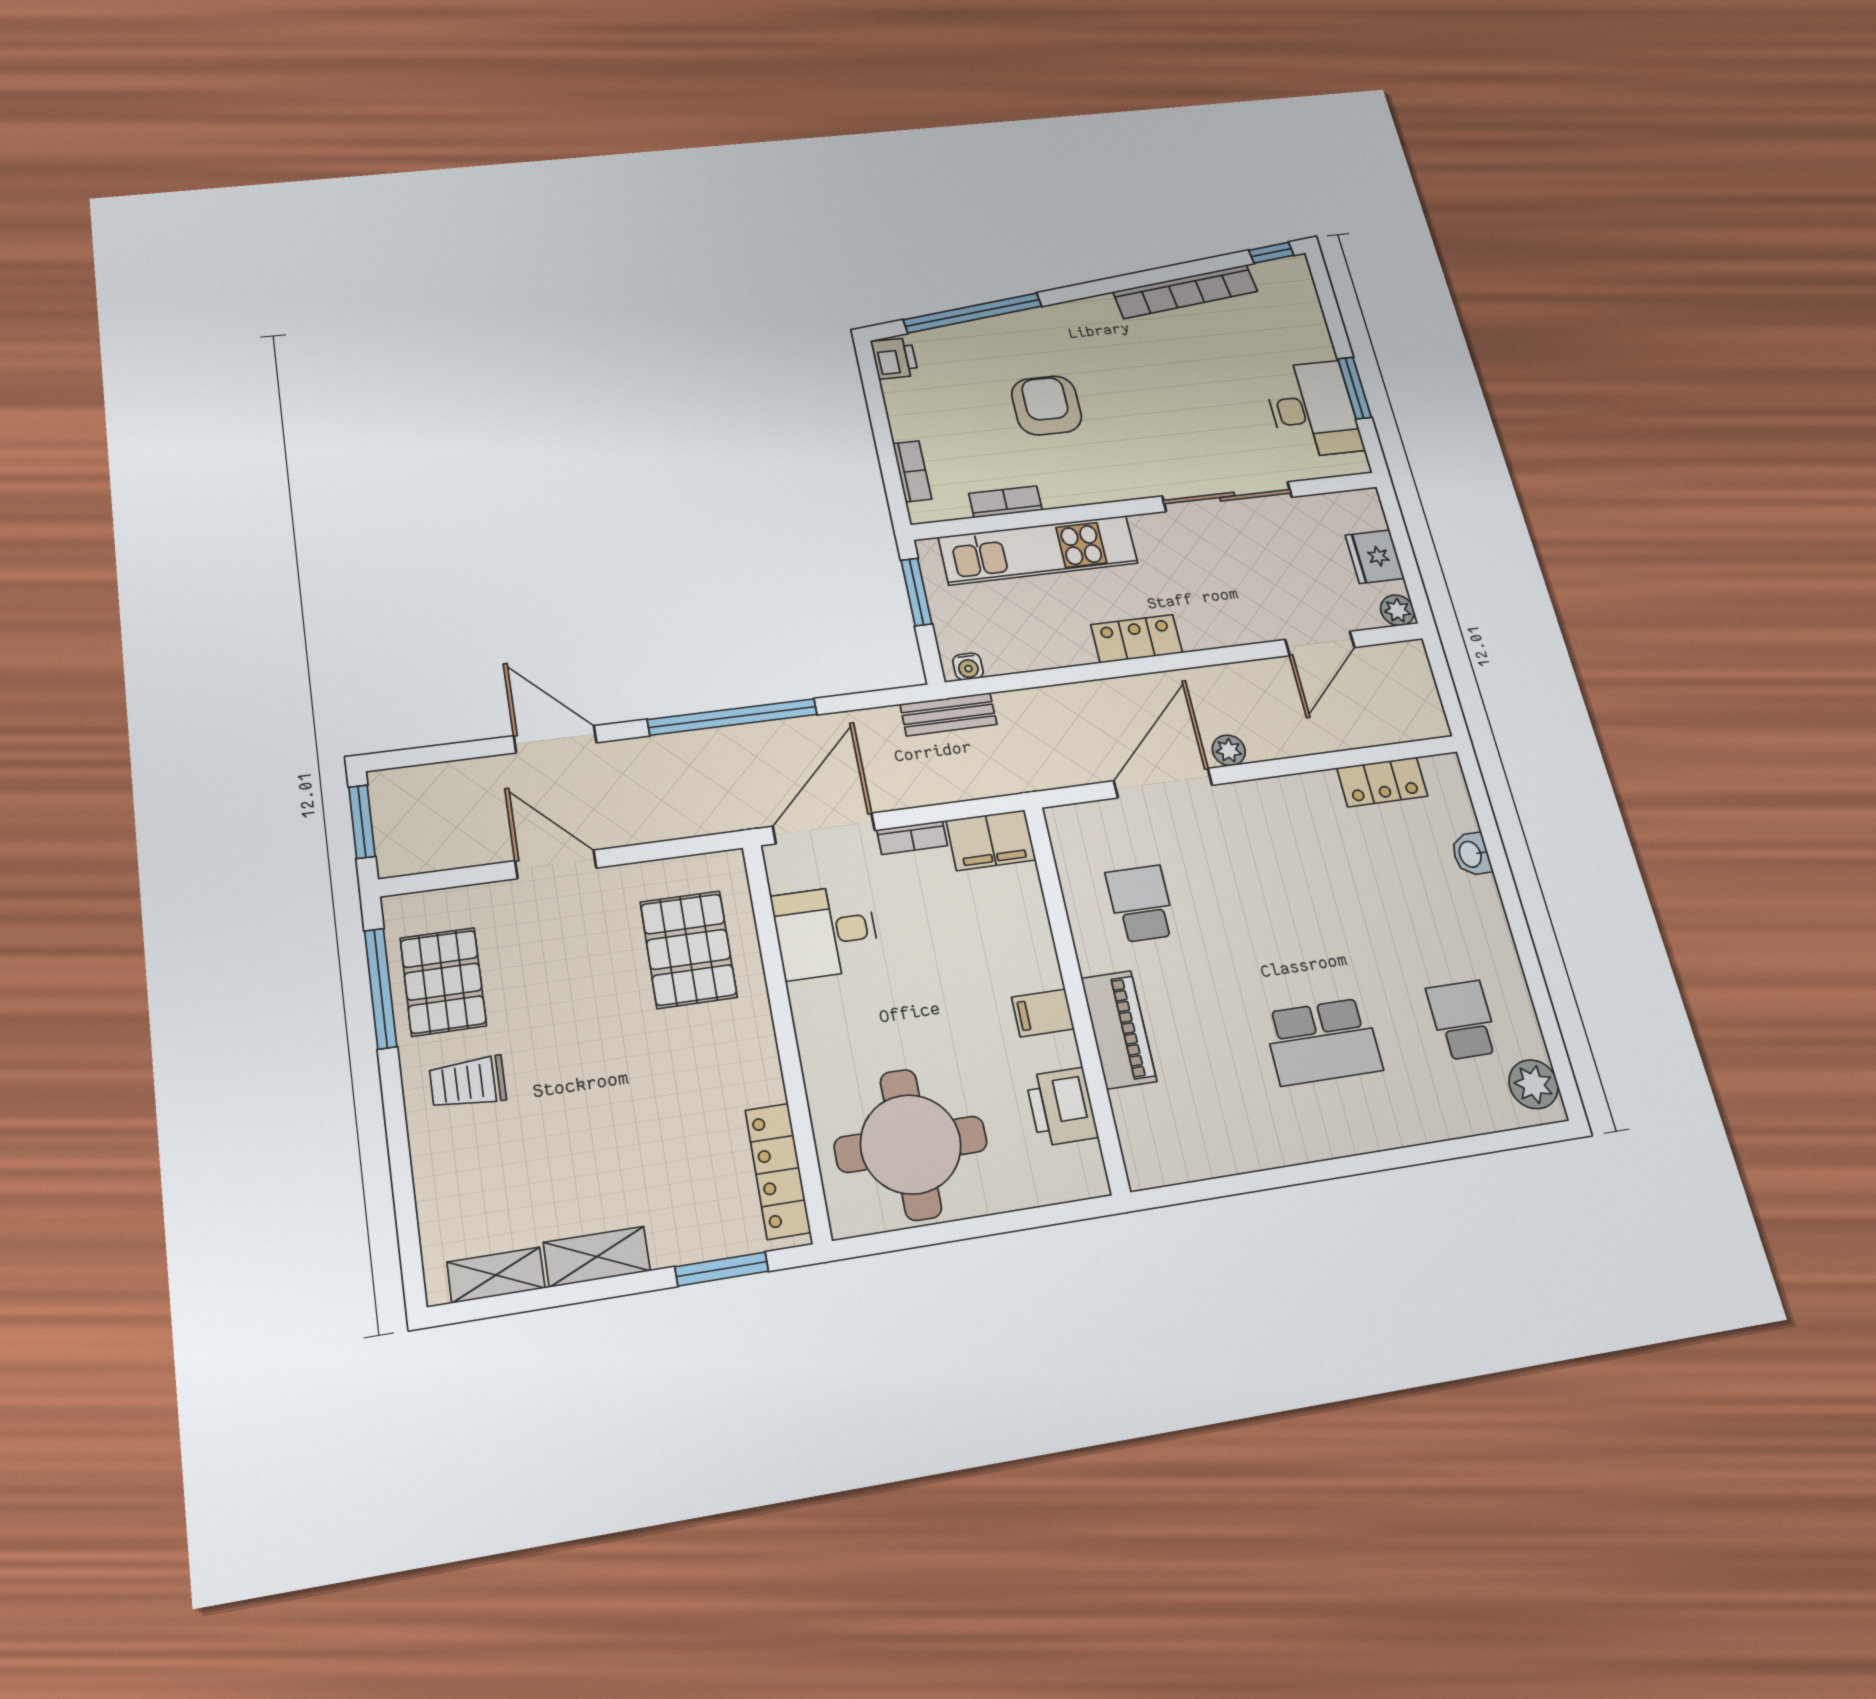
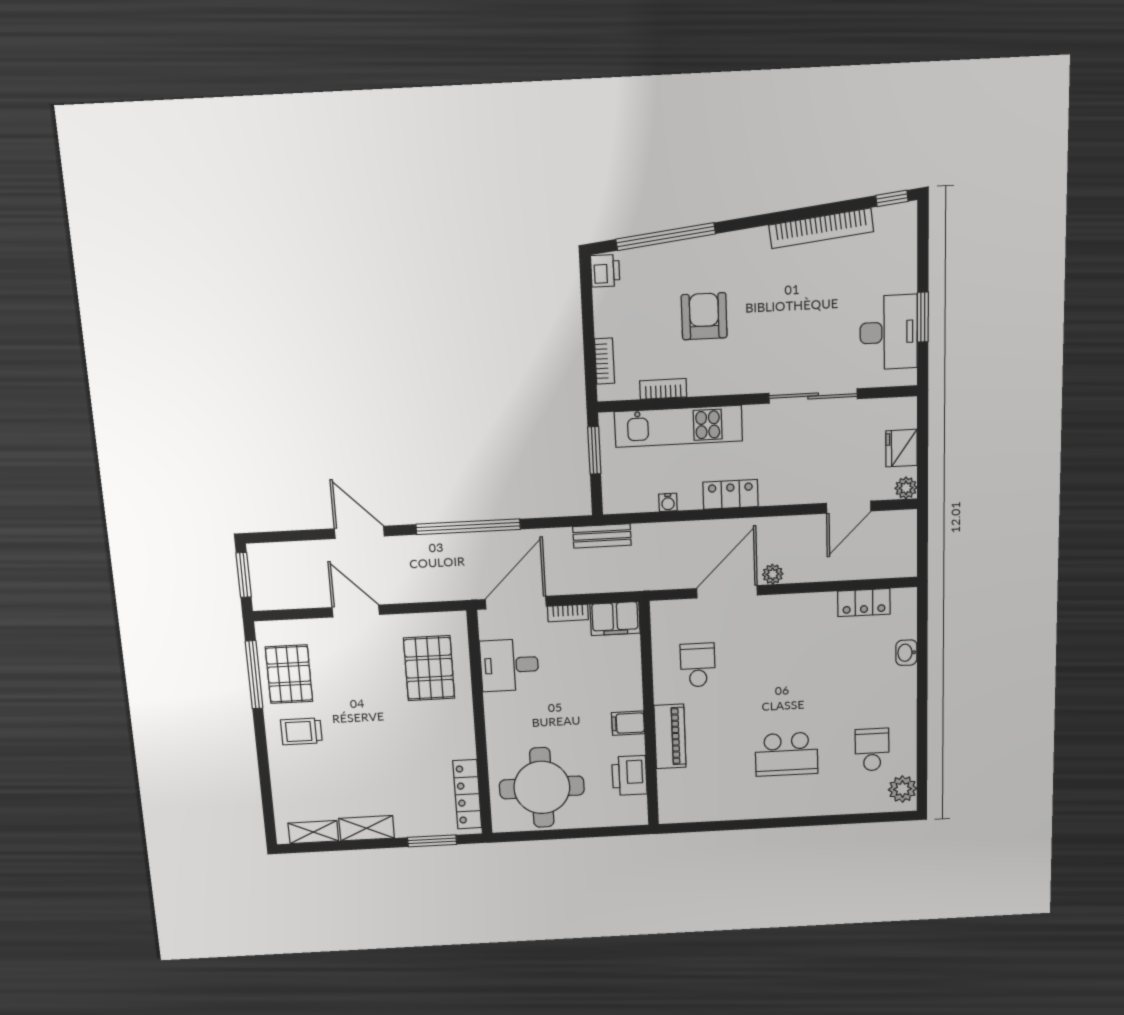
water cooler: (968, 667) -> (668, 502), moved

